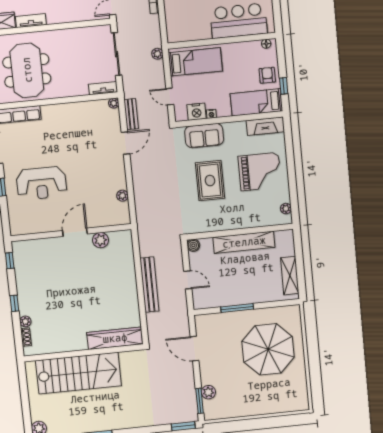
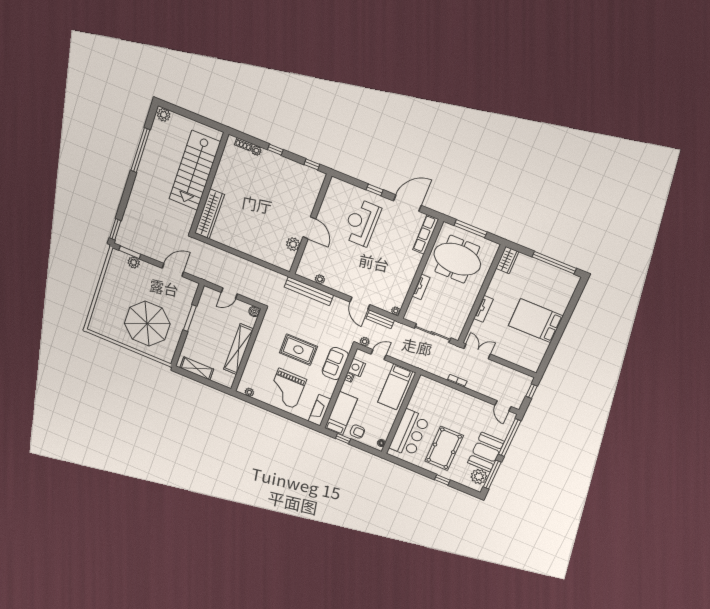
tv unit: (31, 21) -> (483, 309), moved
plant: (157, 54) -> (365, 342), moved
tv unit: (103, 88) -> (421, 287), moved
bench: (149, 285) -> (309, 291), moved

